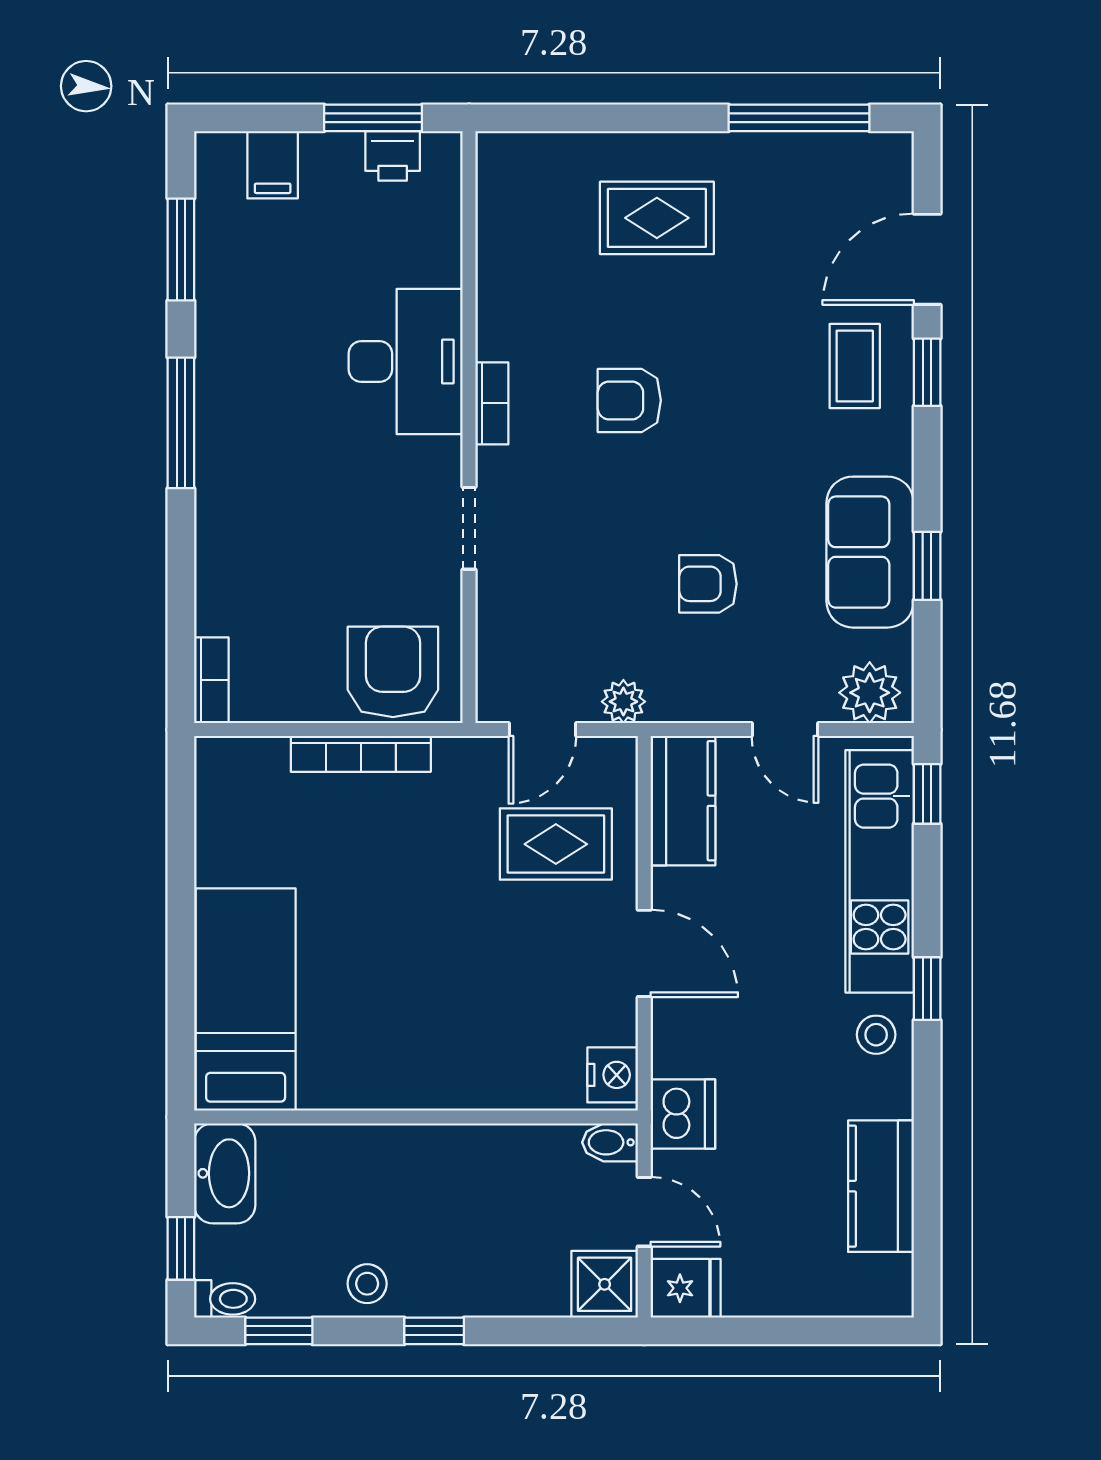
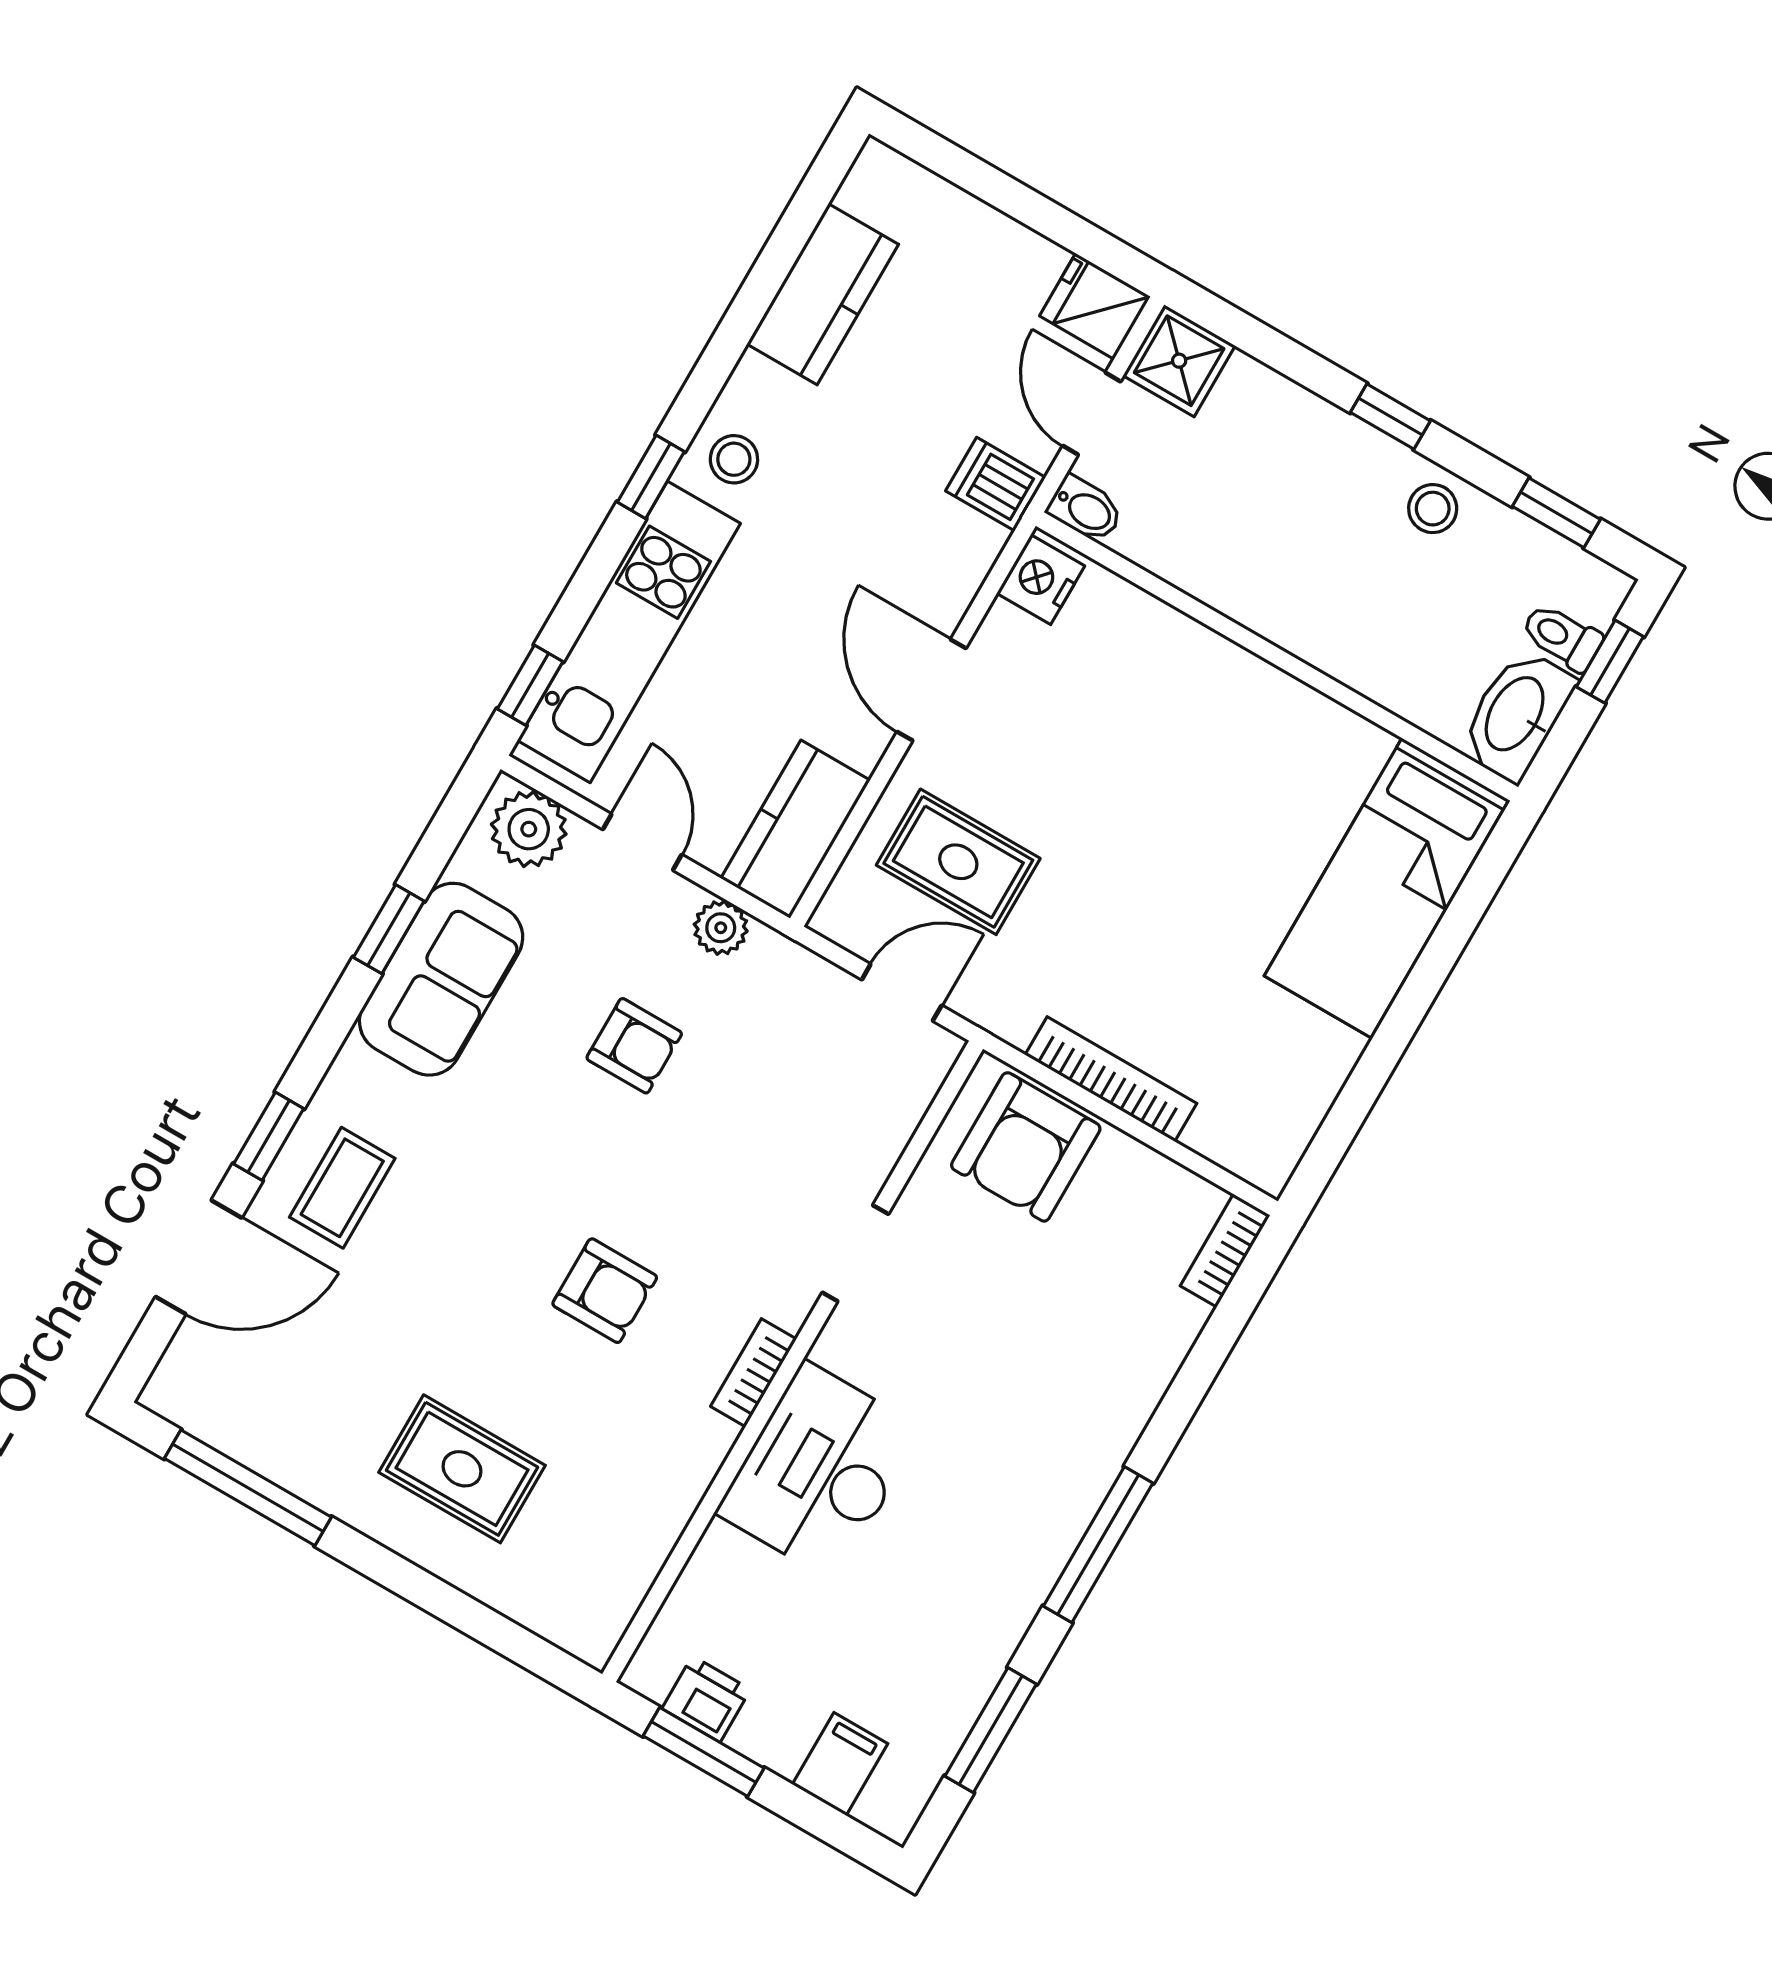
plant: (623, 702) -> (721, 928), moved
dishwasher: (683, 1114) -> (996, 484), width x0.73
toilet: (225, 1299) -> (1562, 637), moved

